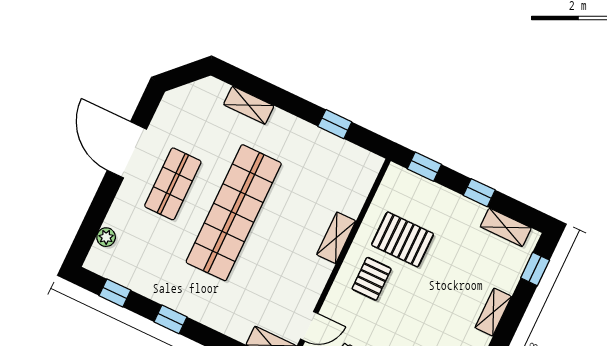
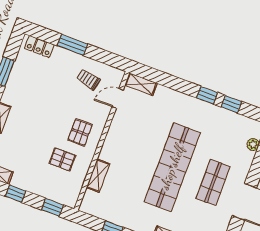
shelving: (336, 238) -> (98, 176), moved
pallet: (403, 239) -> (62, 159), width x0.67, depth x0.71
window: (115, 293) -> (231, 104), moved

